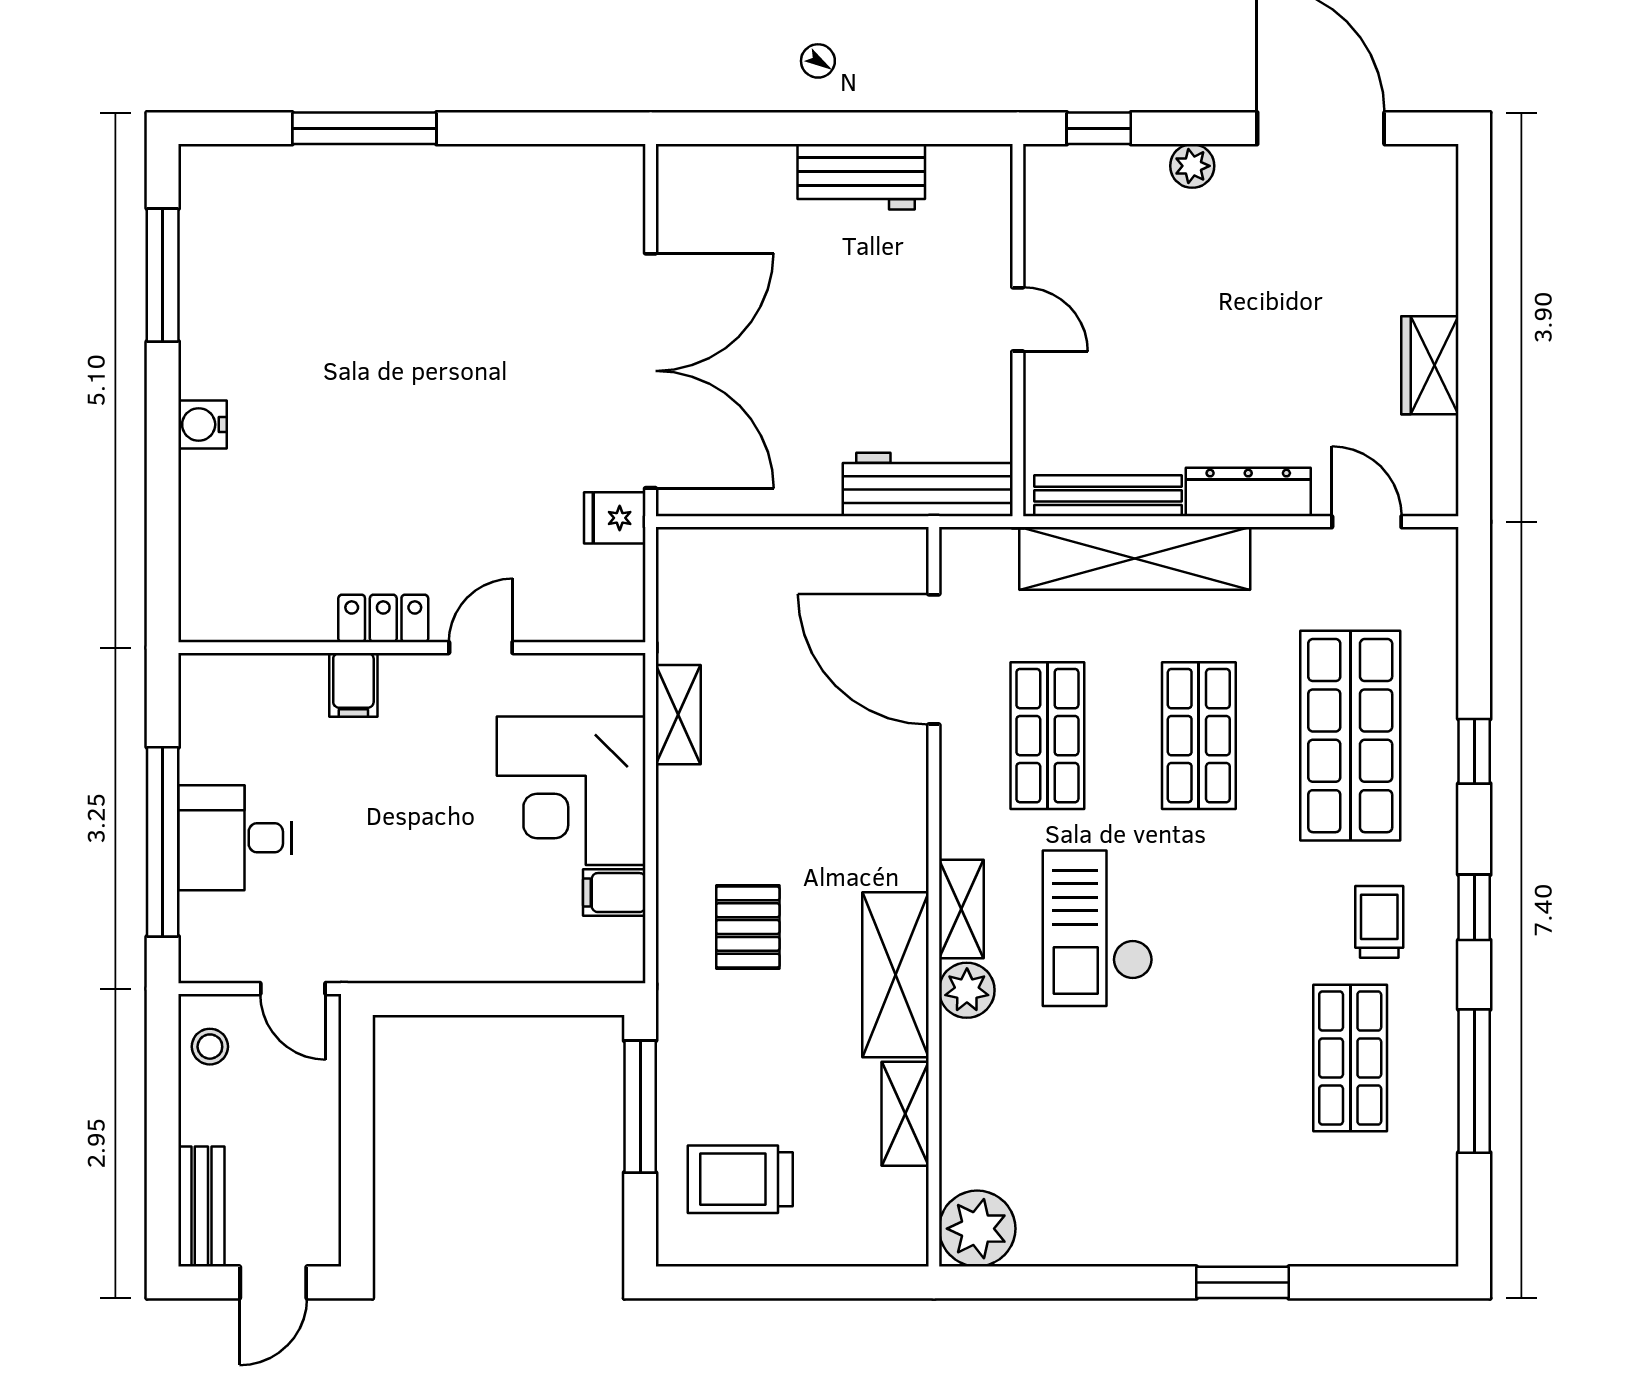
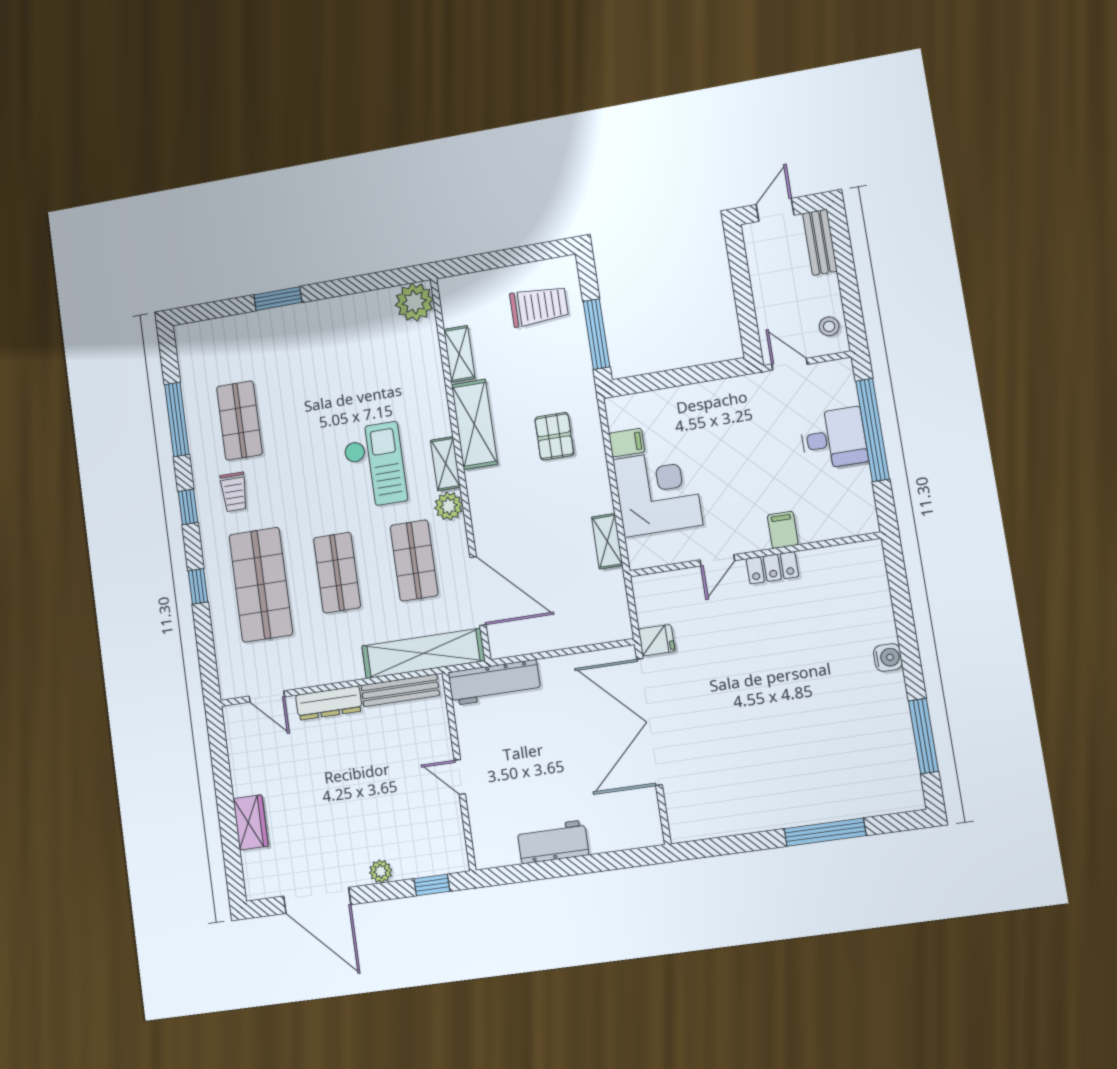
wardrobe: (1430, 365) -> (251, 822), moved
shelving: (1135, 558) -> (423, 653), moved
plant: (967, 990) -> (449, 506), moved

